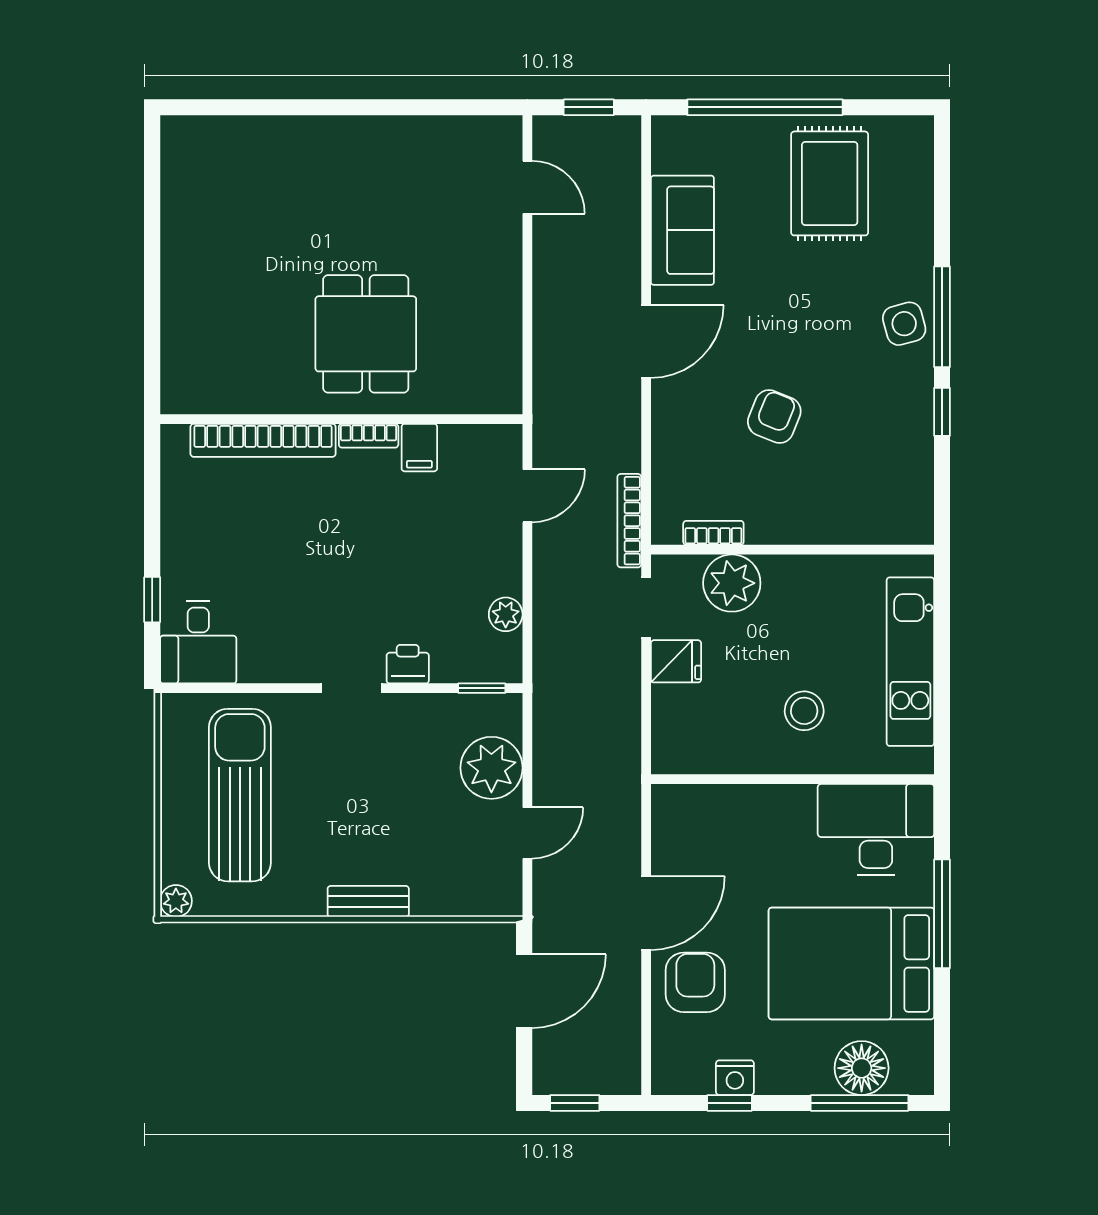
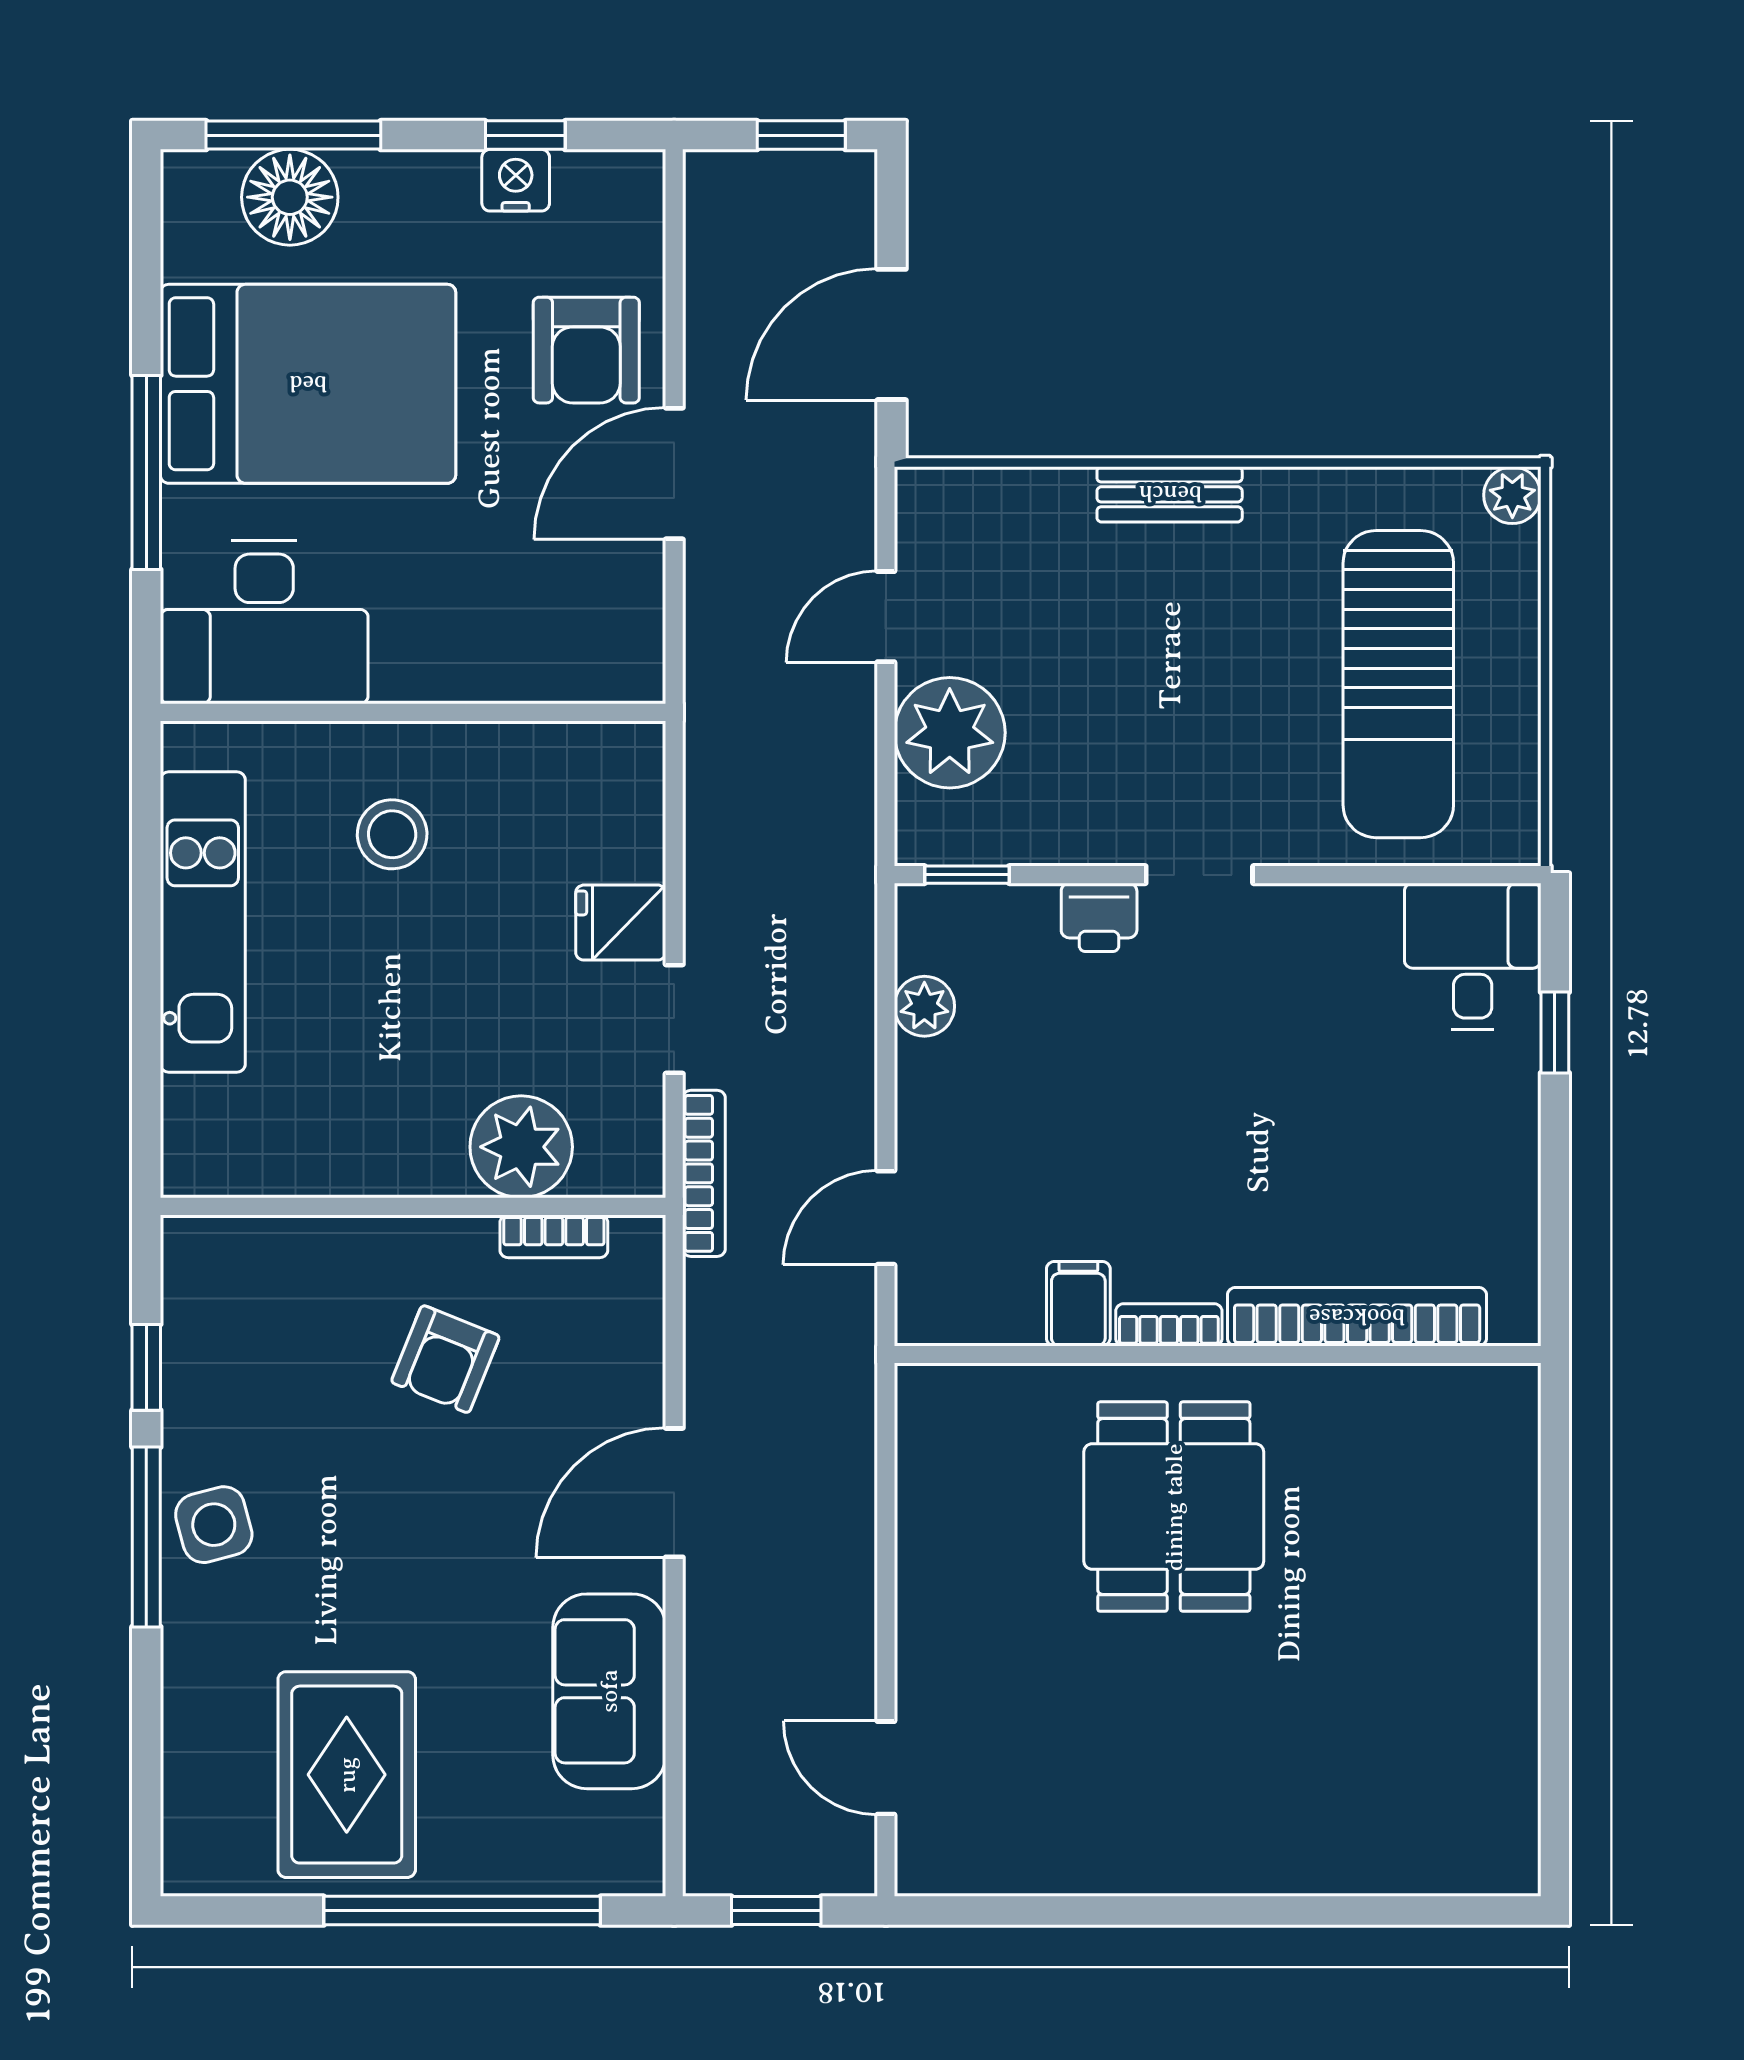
bookcase: (713, 533) -> (554, 1236), moved
wall: (792, 550) -> (413, 1206), moved
plant: (732, 583) -> (521, 1147), moved

